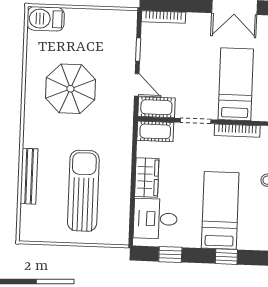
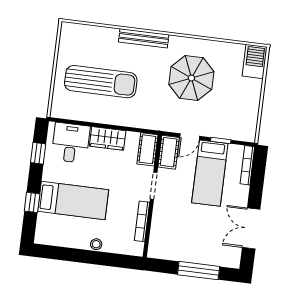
bed: (236, 84) -> (210, 173), moved, turned 90
bench: (29, 176) -> (144, 38), moved

